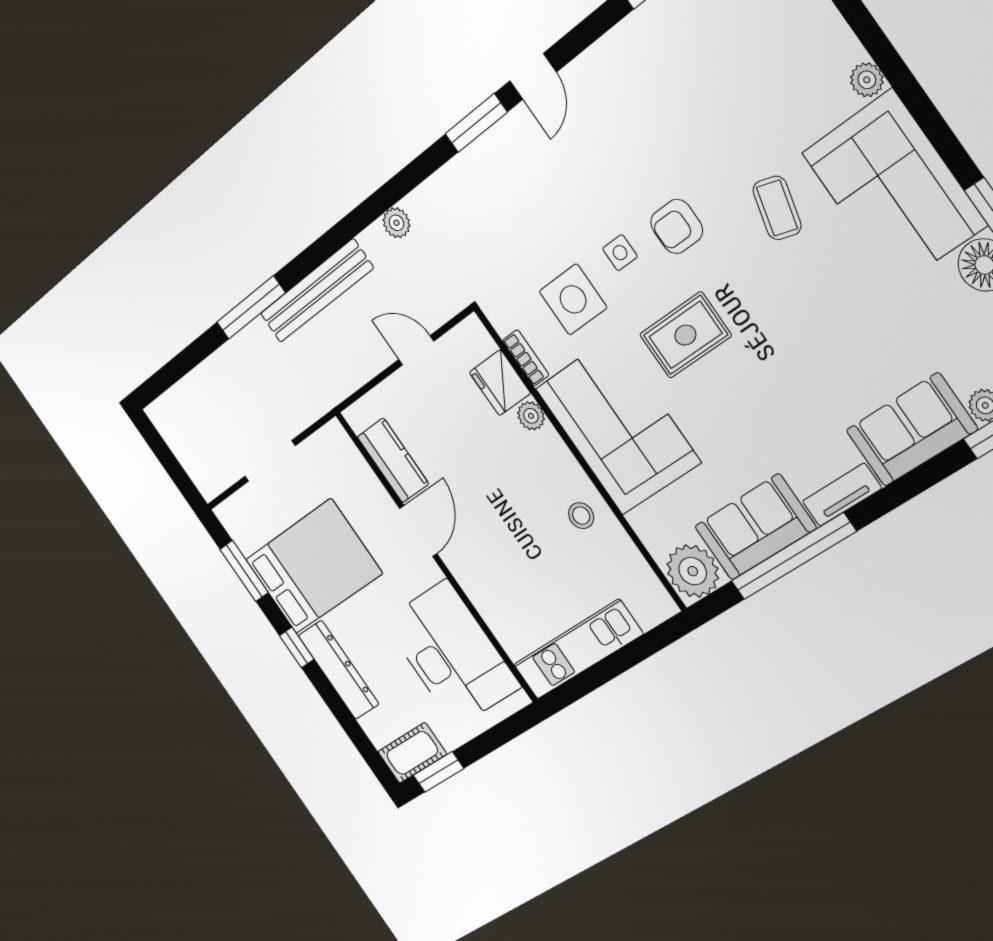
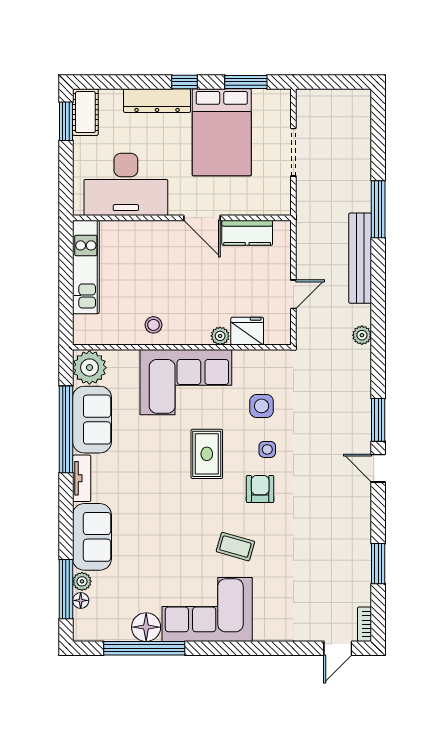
plant: (867, 80) -> (263, 632), removed
side table: (573, 299) -> (262, 406), width x0.73, depth x0.73
bookcase: (526, 358) -> (250, 356), removed

